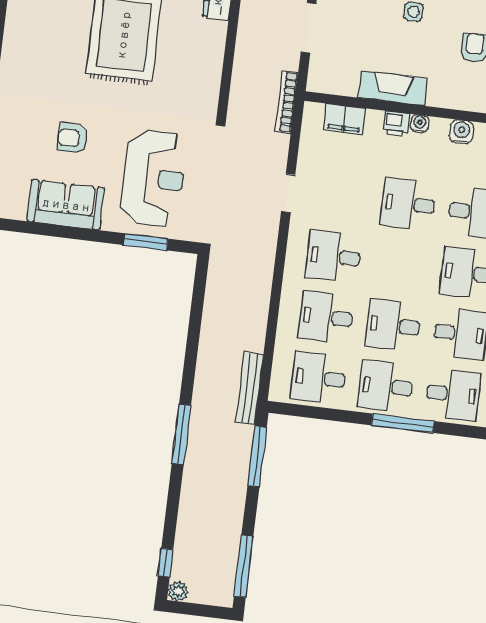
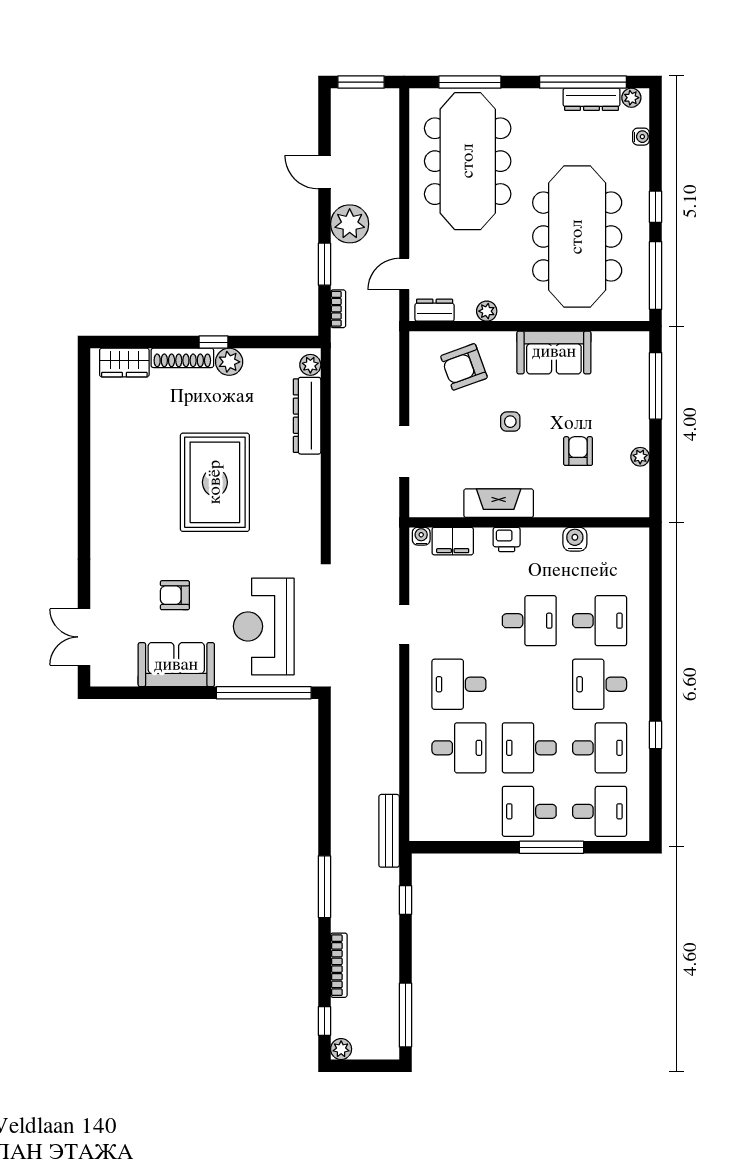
bookcase: (287, 102) -> (339, 965), moved, turned 180
water cooler: (420, 123) -> (421, 536), moved
reception desk: (154, 178) -> (264, 626), turned 180
desk: (408, 204) -> (529, 621), turned 180
window: (146, 242) -> (264, 693), width x2.11
desk: (326, 317) -> (459, 748), turned 180
desk: (319, 378) -> (459, 811), removed
window: (257, 456) -> (405, 900), width x0.46

